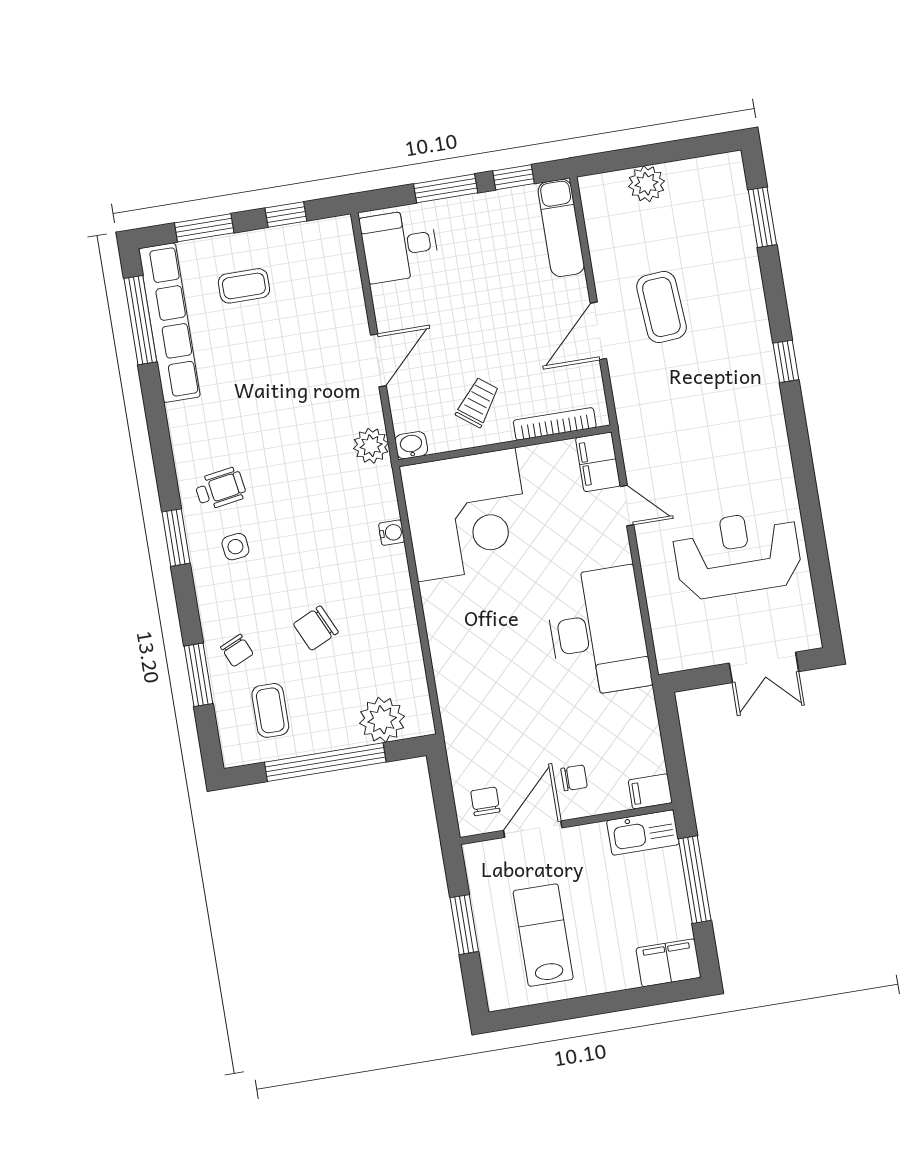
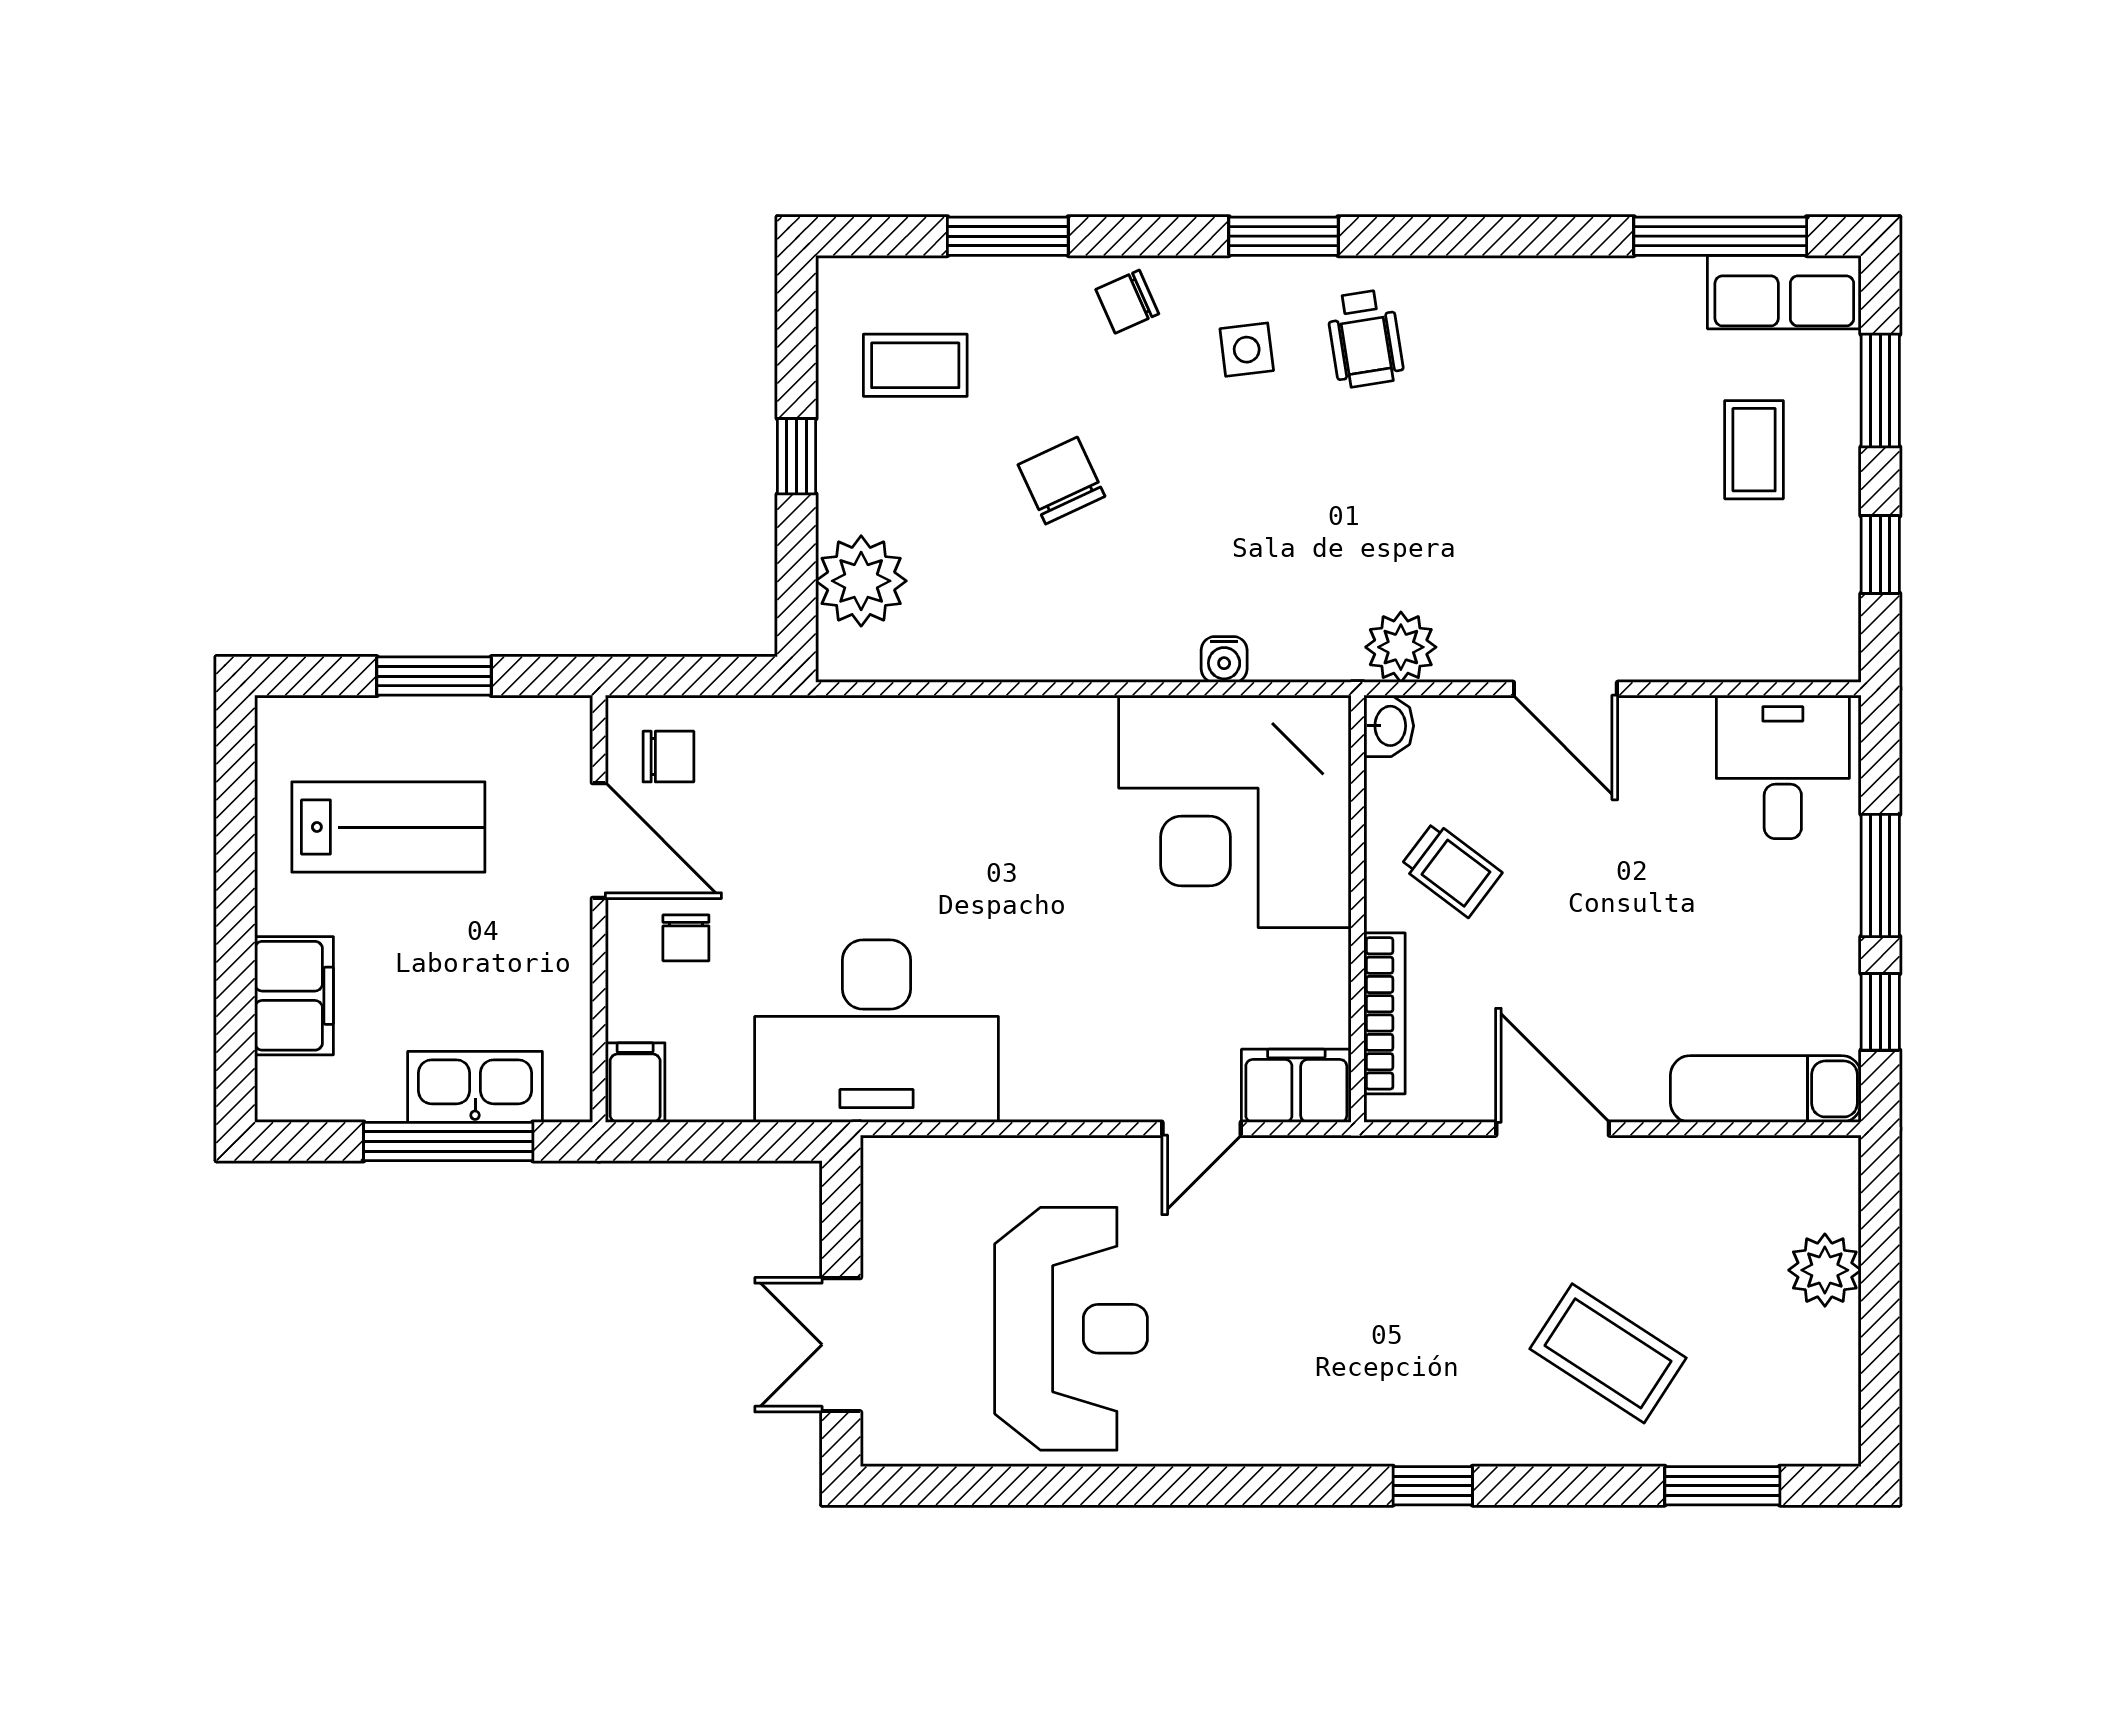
coffee table: (661, 307) -> (1608, 1353), moved, turned 37
row of seats: (169, 323) -> (1784, 292), width x0.50
desk: (598, 632) -> (877, 1031), moved
chair: (237, 650) -> (1127, 302), moved
window: (325, 762) -> (797, 456), width x0.32
kitchen sink: (643, 832) -> (475, 1087), moved, turned 90
filing cabinet: (668, 963) -> (294, 996), moved

